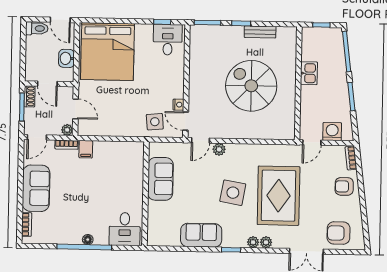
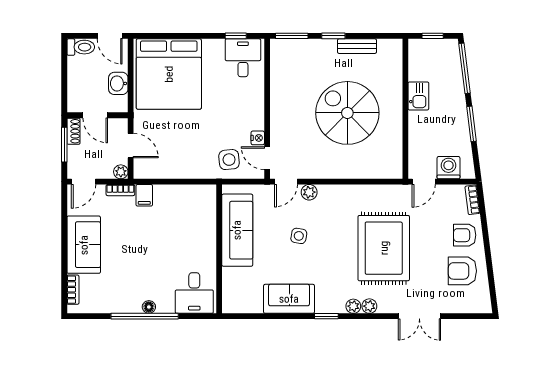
sofa: (160, 179) -> (237, 230), width x1.36
side table: (233, 193) -> (299, 236), moved, width x0.54, depth x0.54
armchair: (339, 233) -> (462, 271), moved

